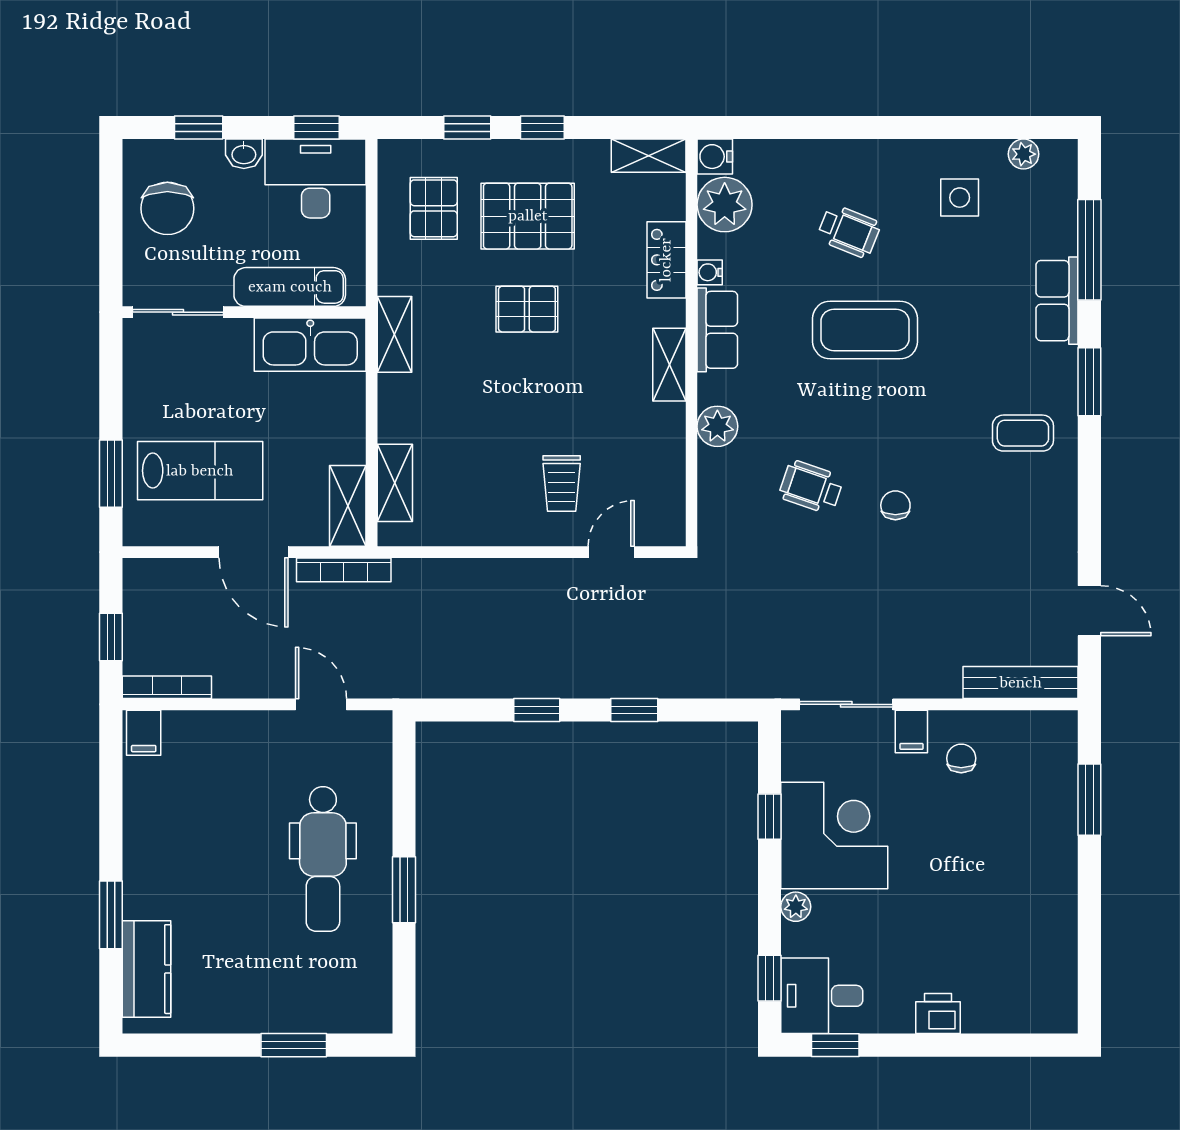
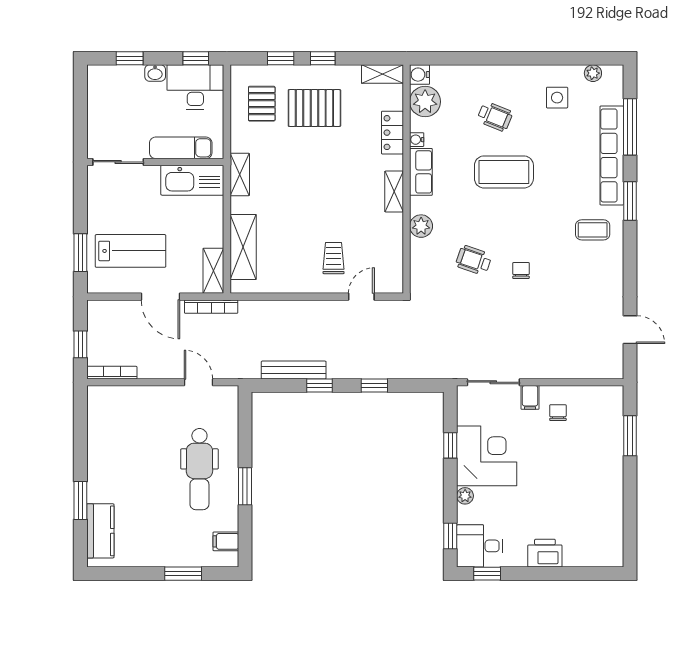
chair: (167, 208) -> (112, 104), removed
row of seats: (1057, 301) -> (612, 155), width x2.02
pallet: (527, 309) -> (314, 160), removed
shelving: (395, 483) -> (243, 247), width x1.50, depth x1.33
trolley: (562, 483) -> (334, 258), turned 180
bench: (1021, 683) -> (294, 370), moved
filing cabinet: (144, 733) -> (226, 541), moved, turned 90
printer: (938, 1014) -> (545, 553), width x1.36, depth x1.24

